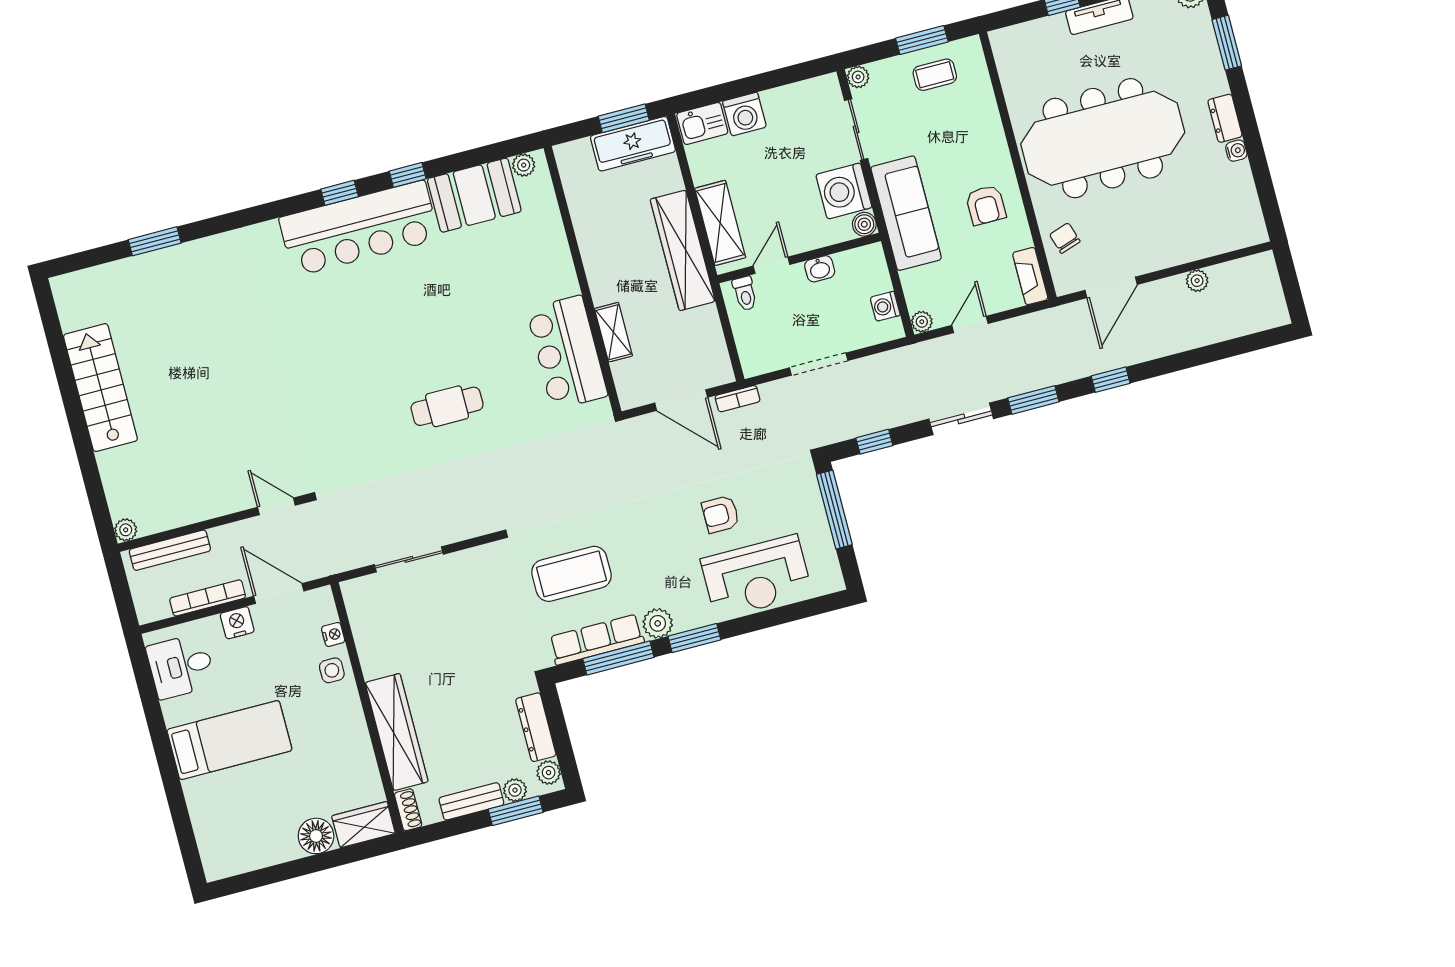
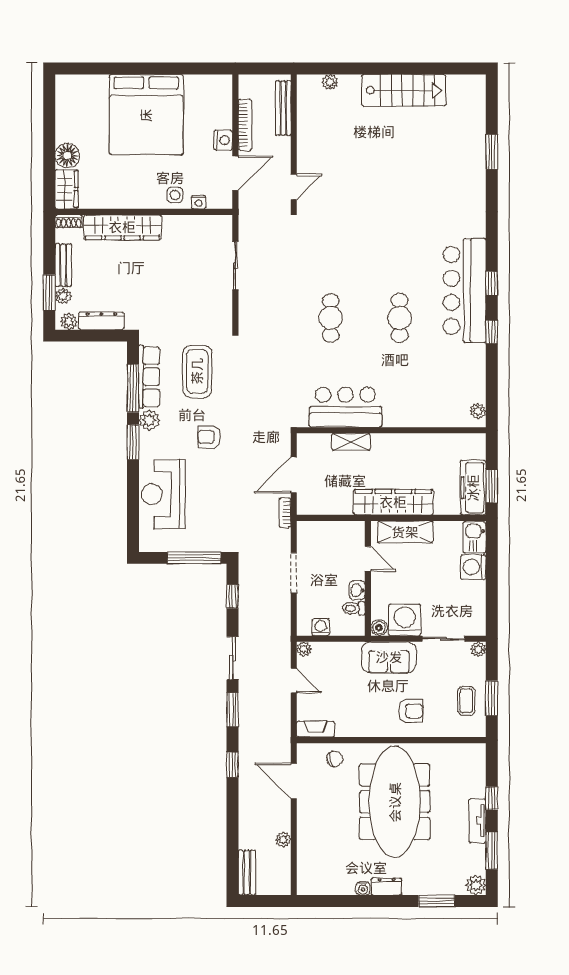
booth: (474, 195) -> (467, 373), removed
armchair: (986, 205) -> (411, 711), moved, turned 180
sofa: (906, 213) -> (389, 657), width x0.73
toilet: (745, 294) -> (354, 608), moved
cafe table: (422, 309) -> (400, 318), added
bench: (1257, 320) -> (247, 873), added
armchair: (721, 514) -> (209, 437), moved, turned -90
plant: (126, 530) -> (330, 82), moved
desk: (181, 666) -> (204, 95), removed
bed: (229, 740) -> (146, 115), width x2.04

